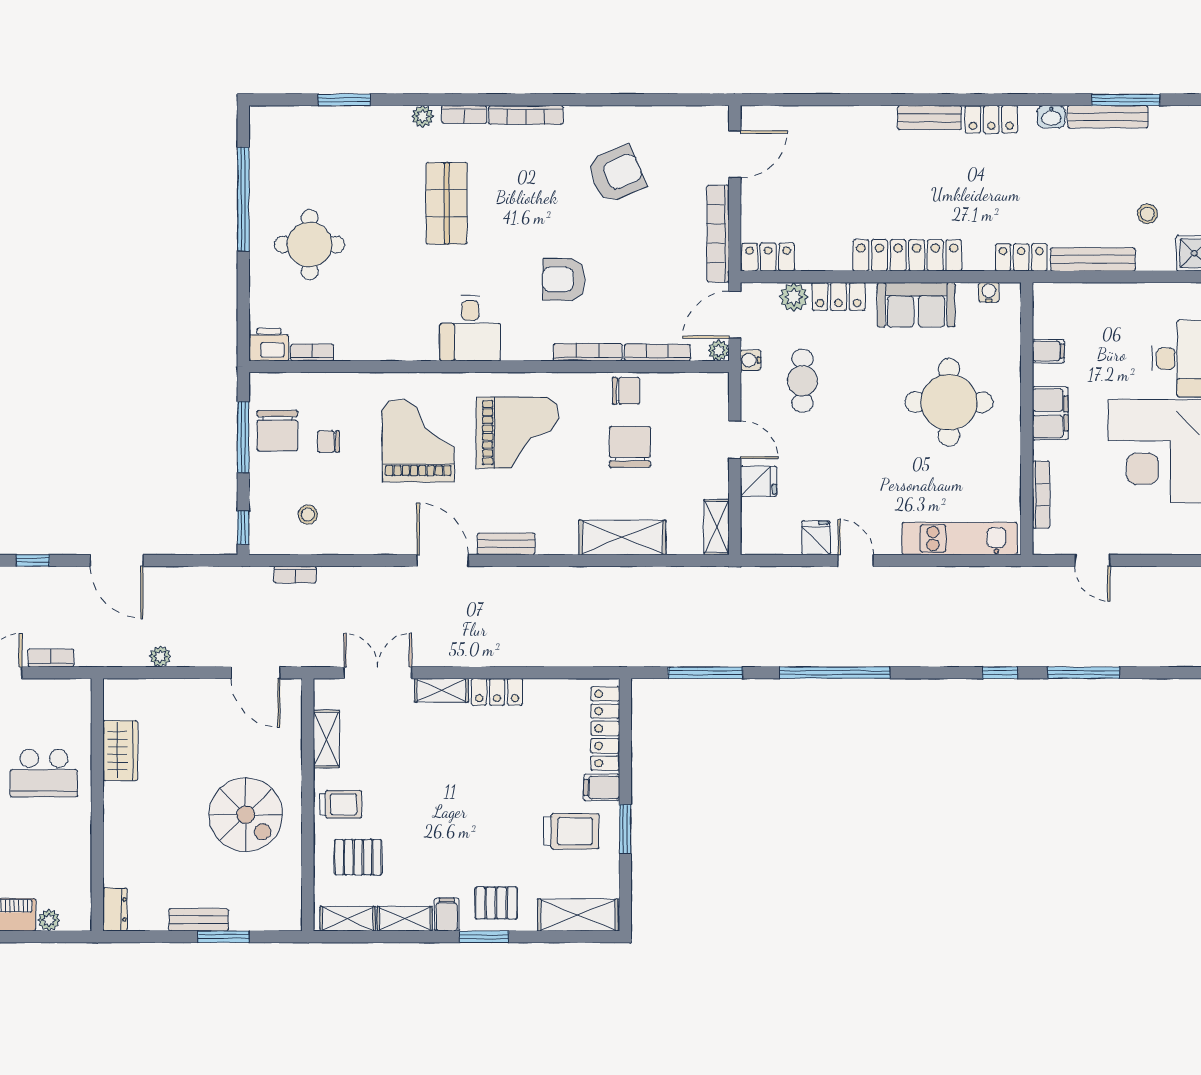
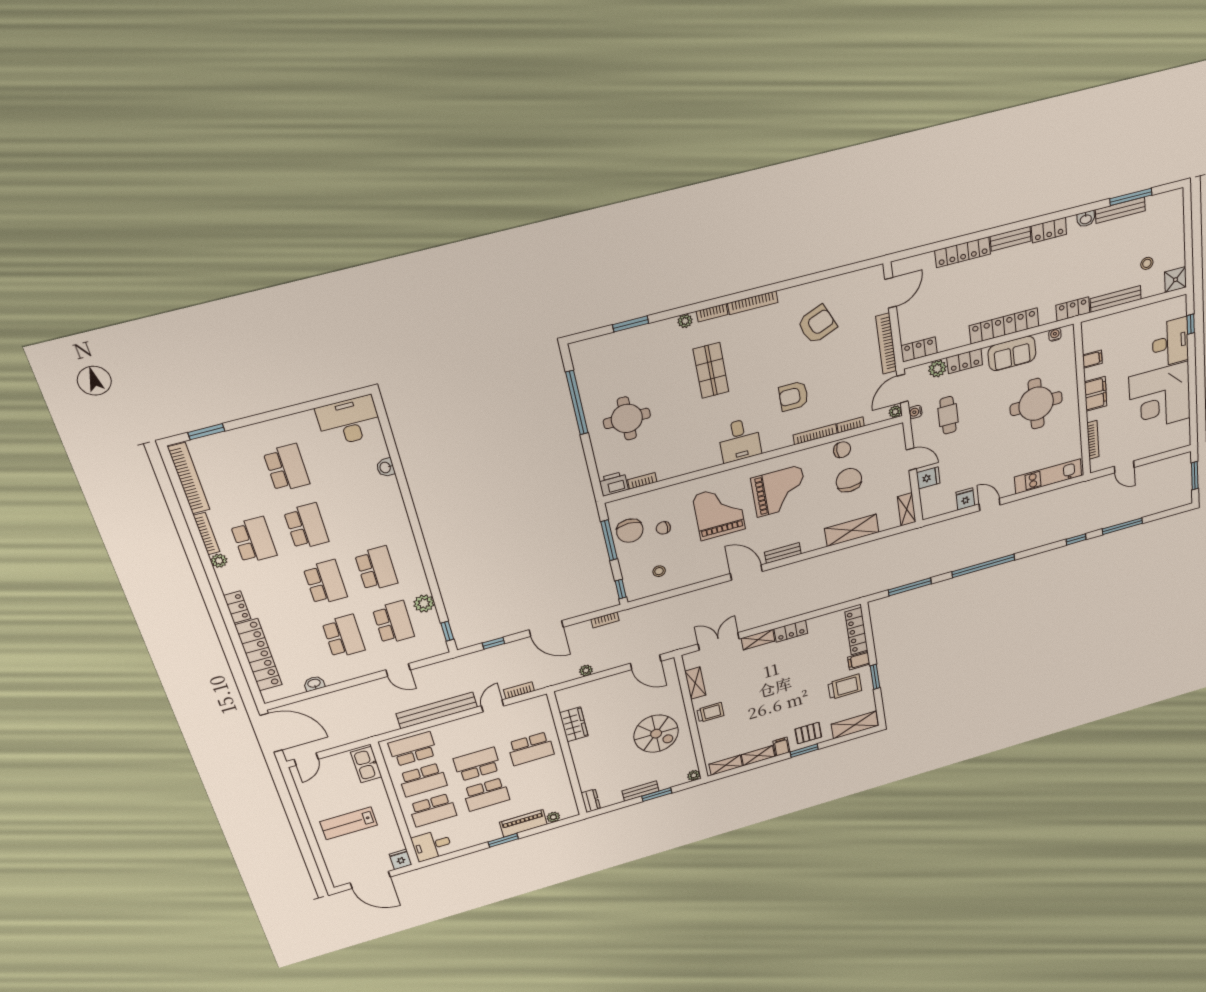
locker: (853, 120) -> (963, 252), added
bookcase: (657, 353) -> (851, 425), width x0.64
bookcase: (295, 574) -> (605, 620), moved
pallet: (358, 857) -> (726, 735), removed
plant: (291, 920) -> (694, 775), added

